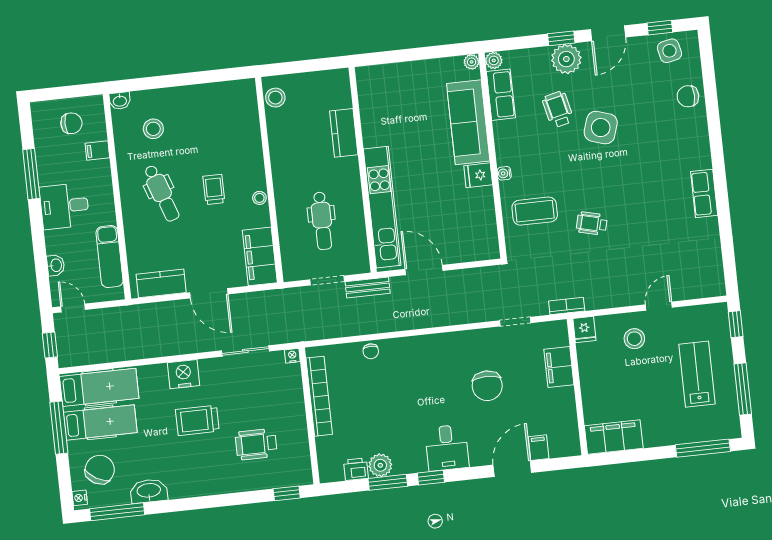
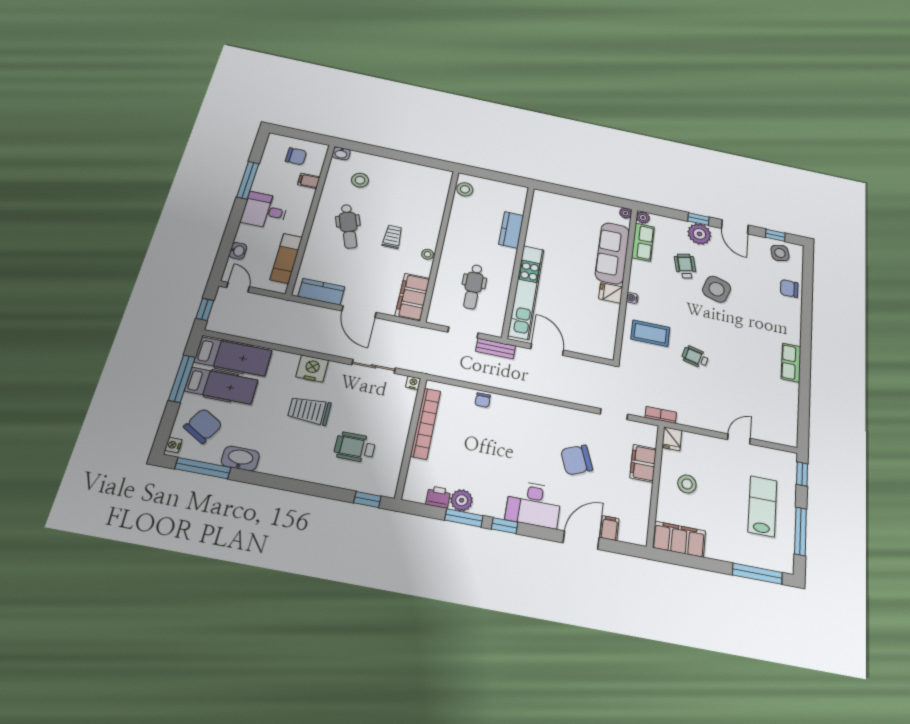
door: (608, 33) -> (735, 227), hinge flipped
stool: (634, 339) -> (687, 484), moved
chair: (487, 386) -> (577, 460), turned 68
desk: (447, 448) -> (534, 504), width x1.37

